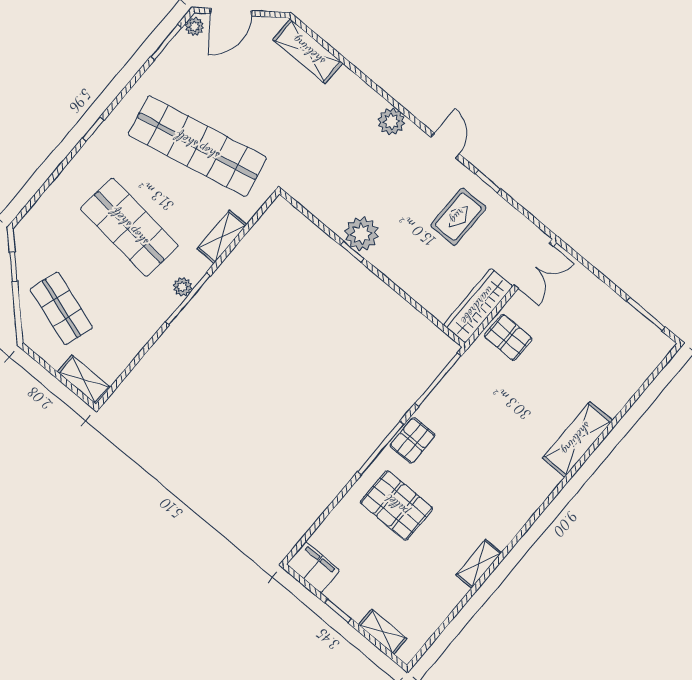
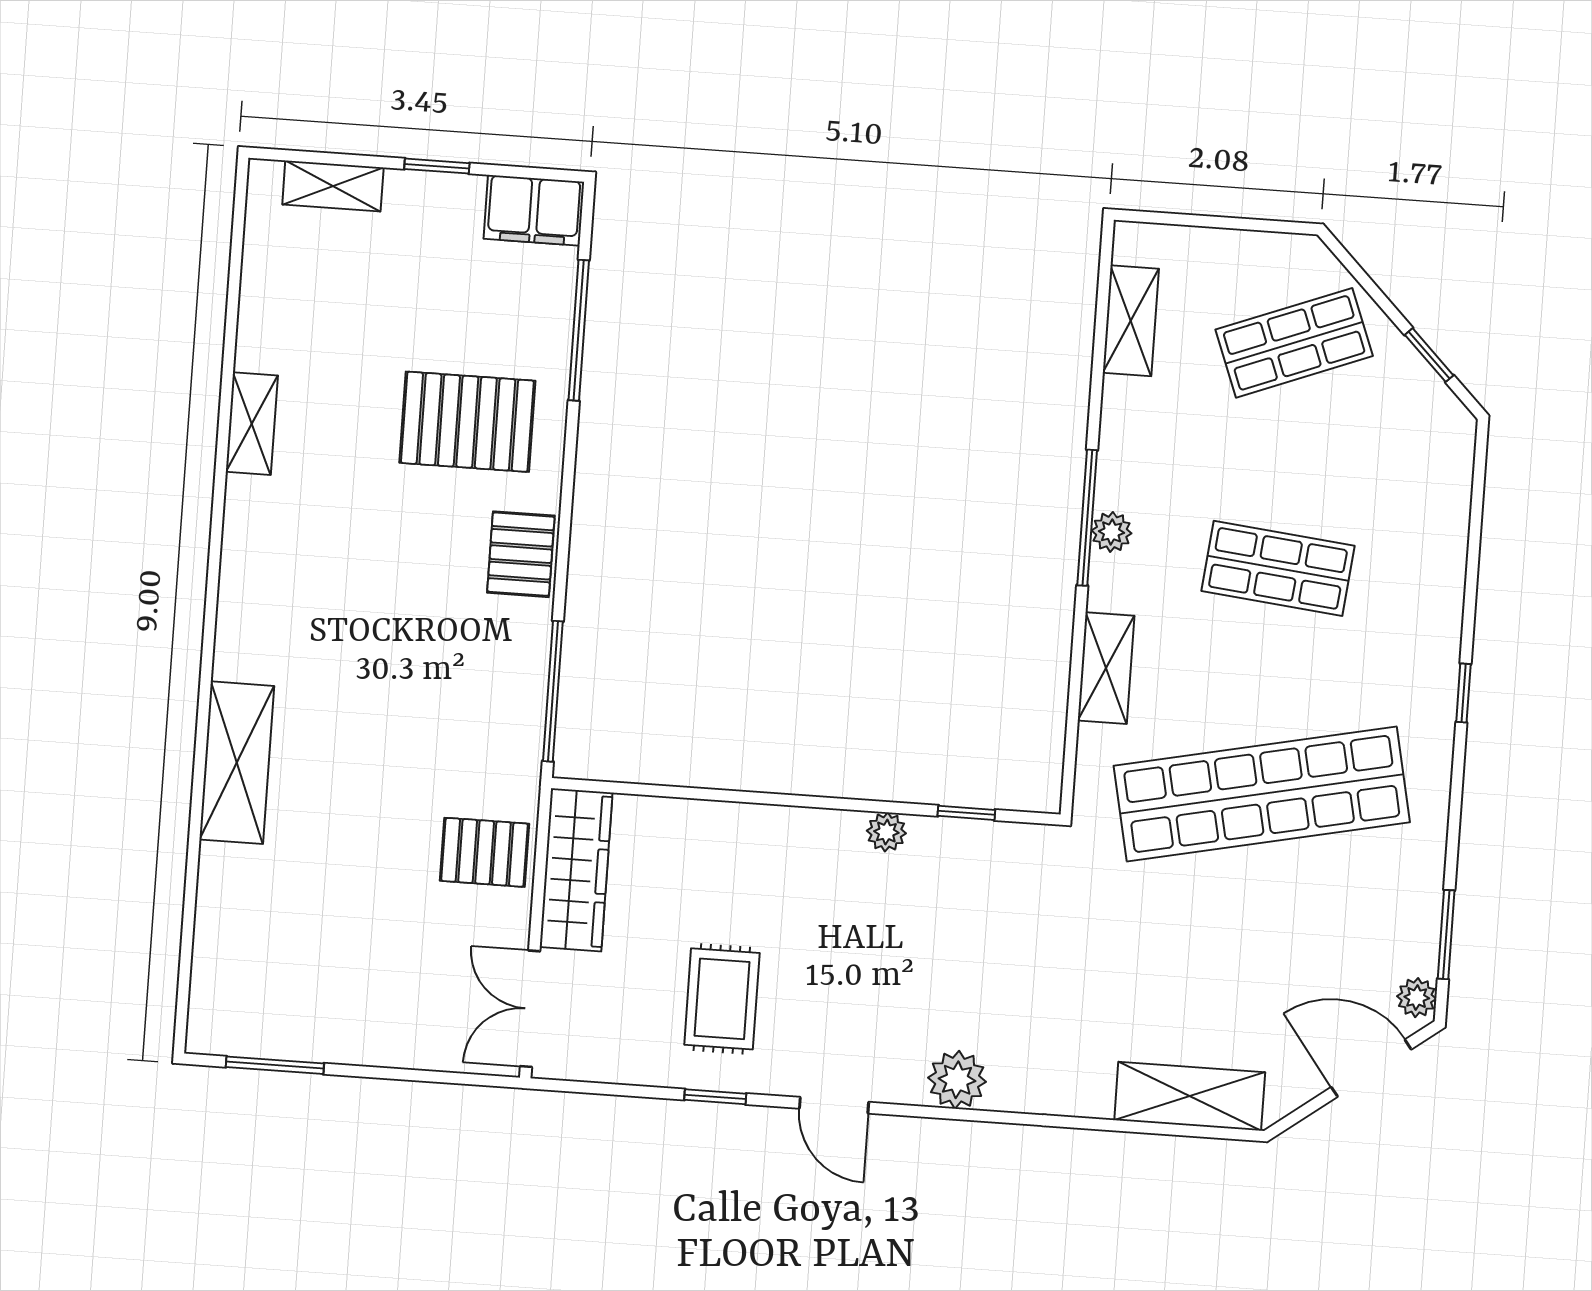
door: (231, 12) -> (1371, 1068), hinge flipped
shop shelf: (129, 227) -> (1278, 568), width x0.70, depth x0.74
plant: (362, 234) -> (886, 832), width x0.53, depth x0.53
window: (352, 252) -> (966, 813), moved
shop shelf: (61, 308) -> (1294, 343), turned -39
shelving: (84, 380) -> (1131, 321), moved, turned 90
window: (381, 448) -> (579, 330), moved

